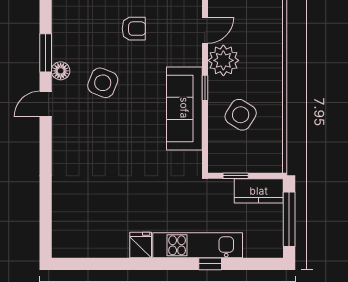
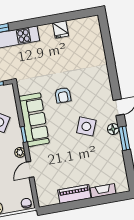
armchair: (134, 29) -> (63, 95), moved, turned -90
plant: (223, 60) -> (20, 152), width x0.53, depth x0.53
fridge: (141, 245) -> (61, 29), moved

